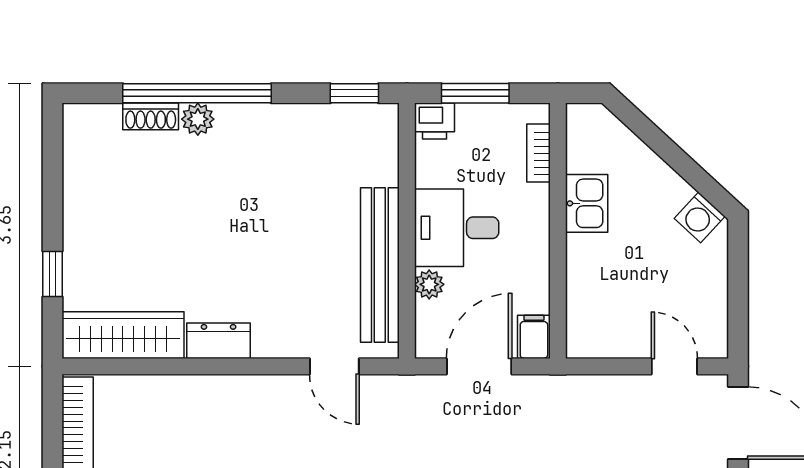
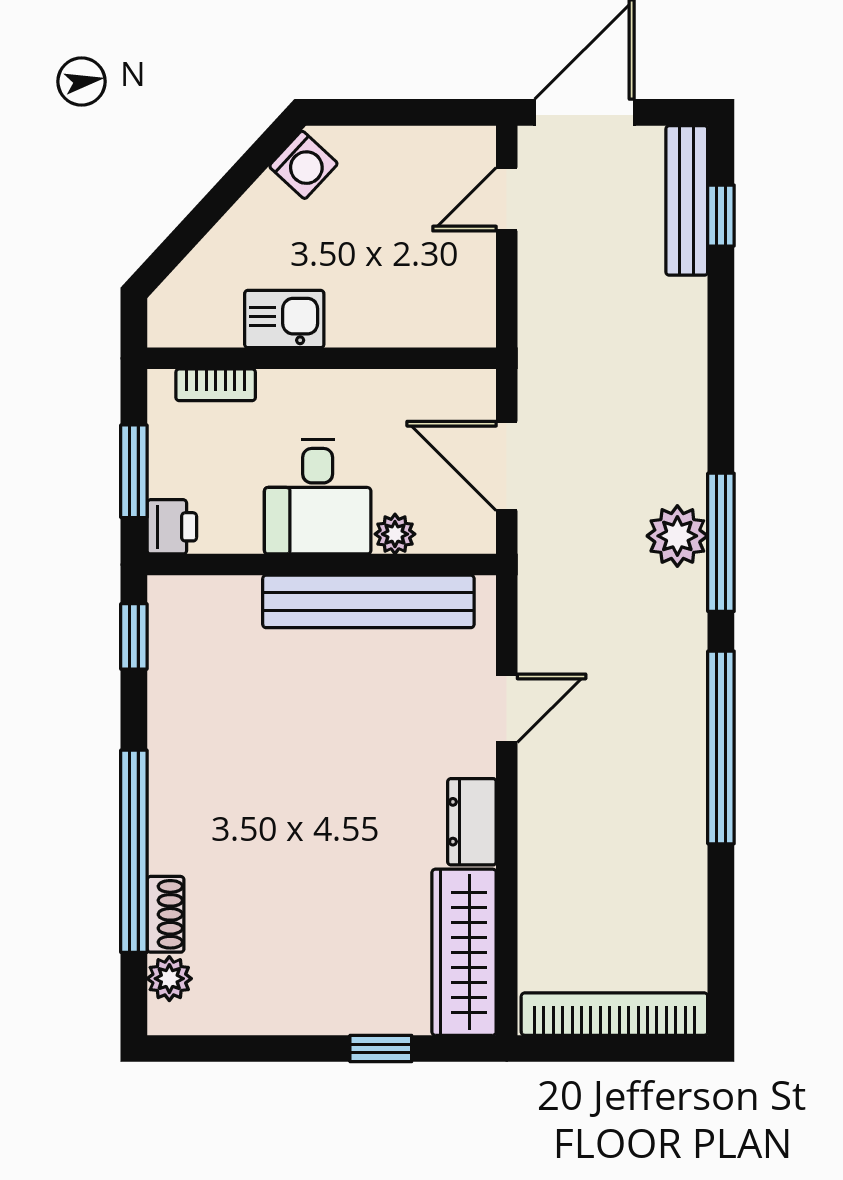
plant: (198, 119) -> (169, 979), moved
filing cabinet: (534, 337) -> (467, 391), removed
door: (334, 366) -> (507, 708), moved

